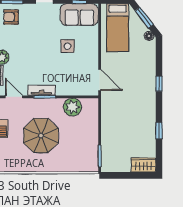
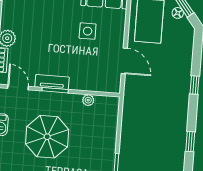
floor lamp: (149, 36) -> (178, 13), moved
door: (100, 80) -> (124, 61), moved
plant: (72, 107) -> (88, 100), width x0.53, depth x0.53

